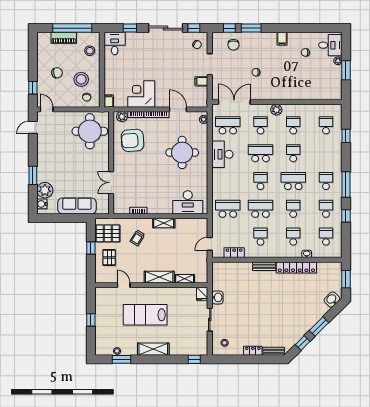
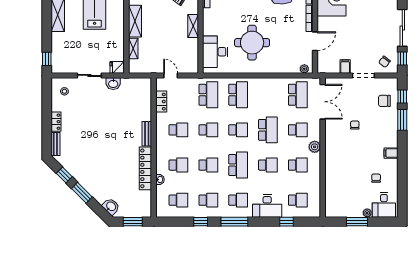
round table: (182, 152) -> (252, 43), moved
desk: (222, 154) -> (267, 206), moved, turned 180
school desk: (228, 181) -> (238, 95), added
school desk: (260, 209) -> (208, 130), width x0.54

